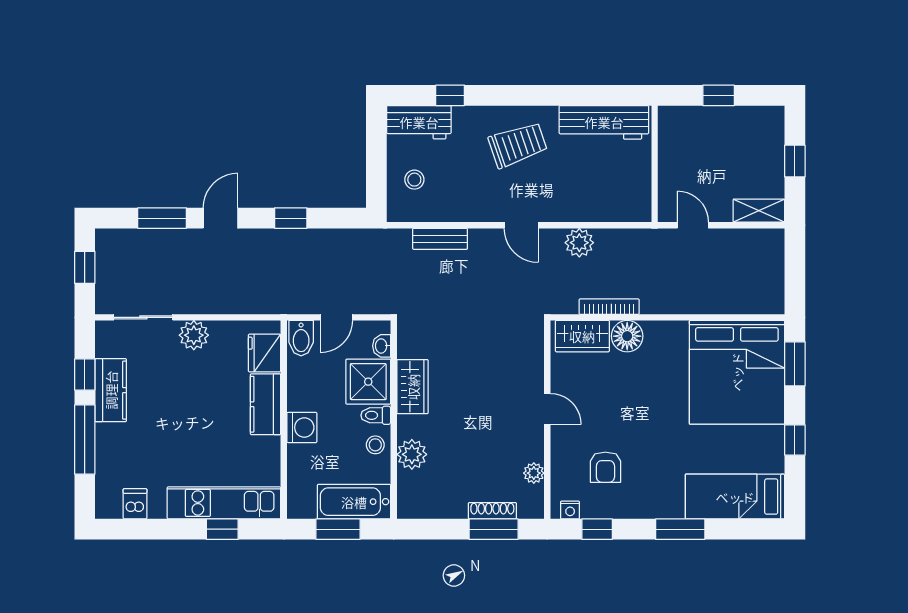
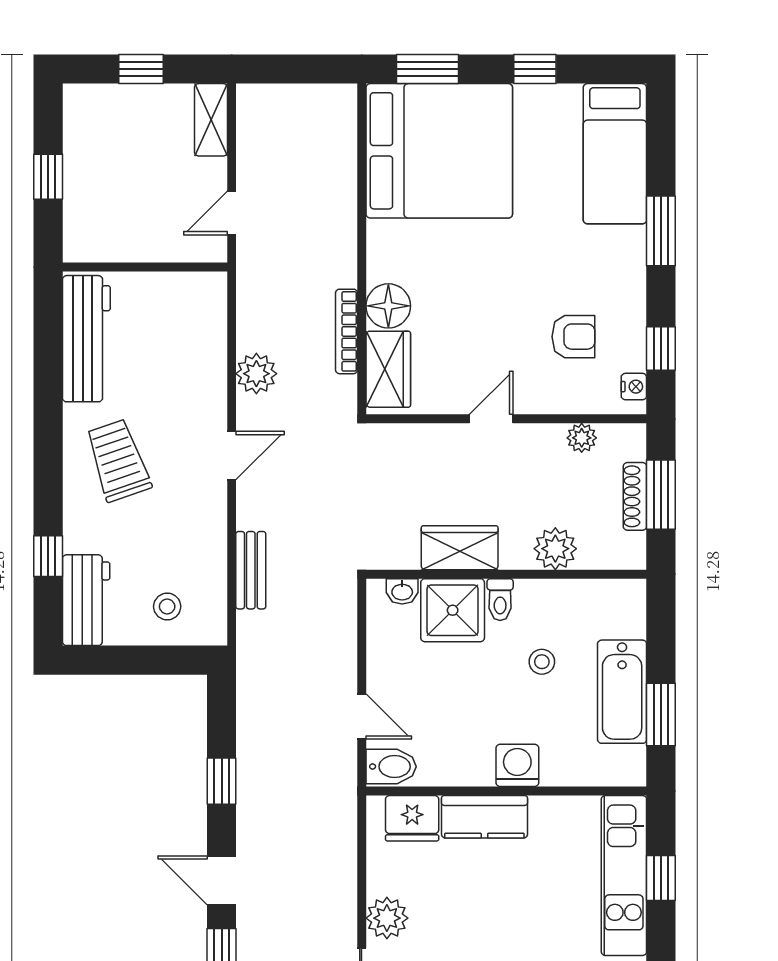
washbasin: (382, 346) -> (402, 591), moved
shower: (368, 382) -> (453, 610), moved
wardrobe: (413, 387) -> (460, 548), moved
toilet: (376, 415) -> (500, 600), moved
wall: (394, 420) -> (506, 574), moved
plant: (412, 454) -> (555, 549), moved

